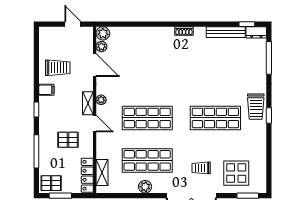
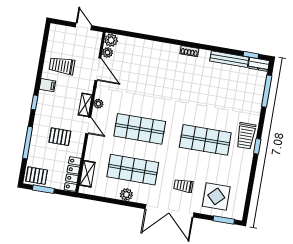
trolley: (58, 68) -> (62, 66), turned 180

